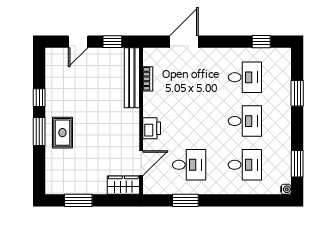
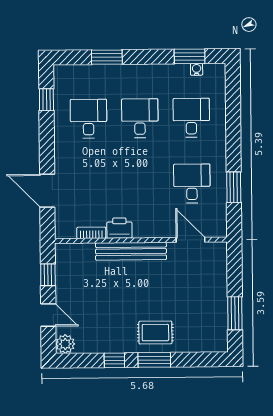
plant: (53, 56) -> (65, 344), added
bench: (132, 78) -> (131, 251), moved
printer: (152, 128) -> (119, 228), moved
wardrobe: (123, 185) -> (216, 260), removed
water cooler: (286, 189) -> (197, 69), moved

